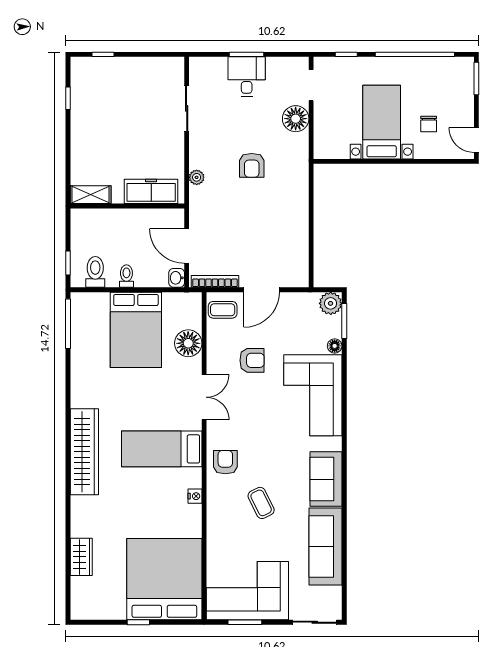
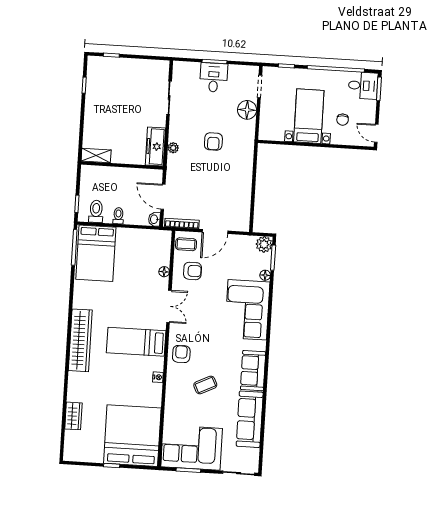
desk: (454, 75) -> (363, 86), added
freezer: (151, 191) -> (155, 147), moved, turned -90
bed: (136, 330) -> (96, 253), moved
floor lamp: (188, 343) -> (164, 272), width x0.53, depth x0.53
armchair: (252, 360) -> (192, 271), moved
coffee table: (261, 503) -> (205, 385), turned 90

